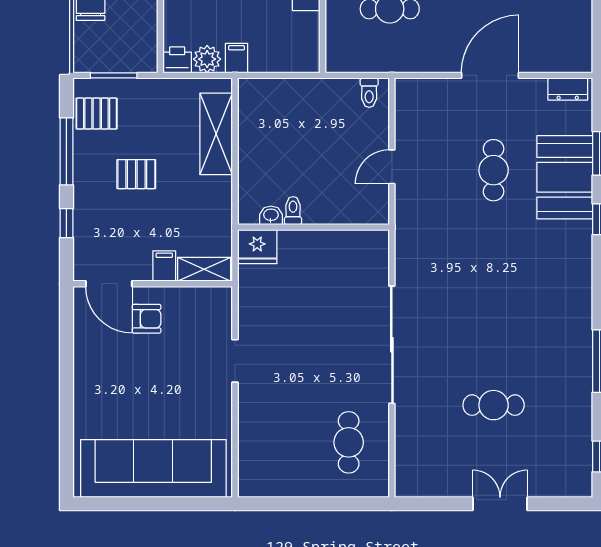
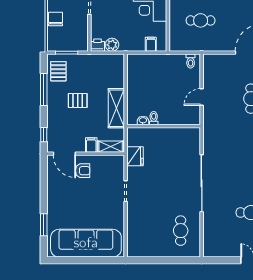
filing cabinet: (237, 58) -> (151, 44), moved
pallet: (97, 114) -> (58, 71), turned 90
shelving: (216, 134) -> (116, 108), moved
window: (66, 223) -> (44, 135), moved
fridge: (257, 247) -> (135, 156), moved, turned -90
window: (66, 430) -> (44, 225), added

